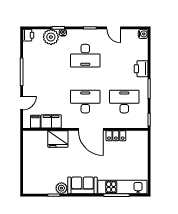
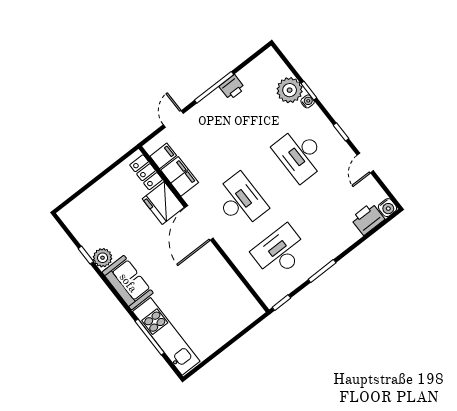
printer: (28, 35) -> (232, 87), moved
printer: (141, 69) -> (368, 219), moved
desk: (124, 102) -> (280, 252), turned -90
door: (22, 103) -> (173, 119), swing flipped
door: (91, 129) -> (199, 223), moved
locker: (116, 136) -> (146, 172), moved

